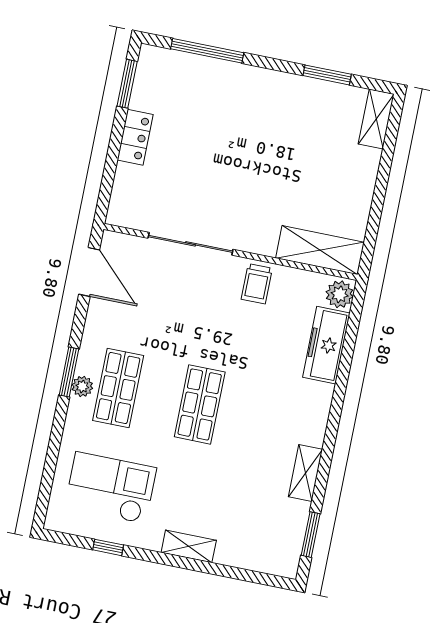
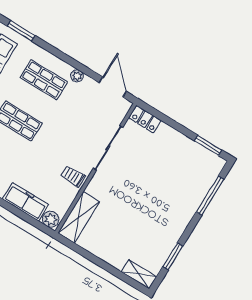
locker: (135, 137) -> (145, 119), moved
door: (89, 272) -> (113, 87), swing flipped
window: (69, 372) -> (21, 31), moved
plant: (82, 386) -> (77, 76), moved

